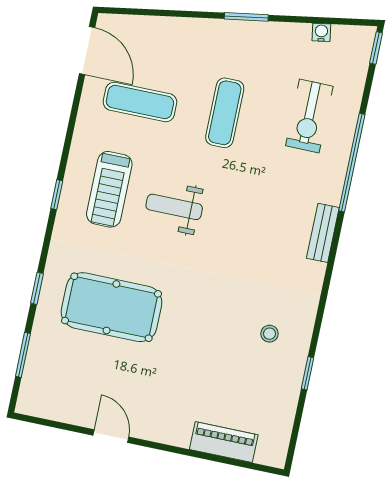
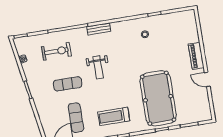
treadmill: (109, 189) -> (114, 116), turned 180
weight bench: (174, 207) -> (98, 67), moved
pool table: (111, 307) -> (158, 98), width x1.36, depth x1.32
door: (111, 436) -> (207, 79), hinge flipped
piano: (224, 442) -> (196, 56), moved

